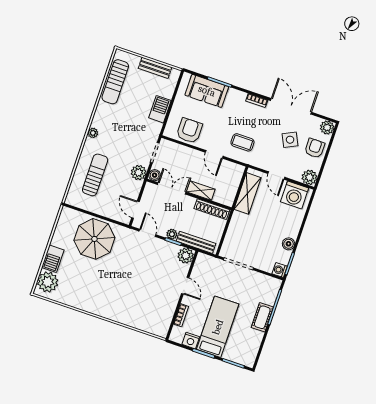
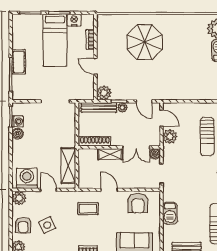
plant: (139, 173) -> (170, 137), moved
parasol: (94, 239) -> (145, 42), moved
washing machine: (280, 270) -> (18, 122), moved

